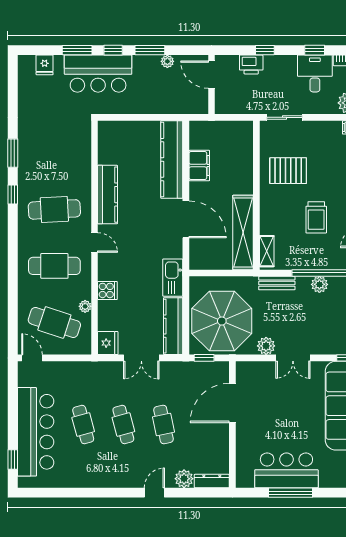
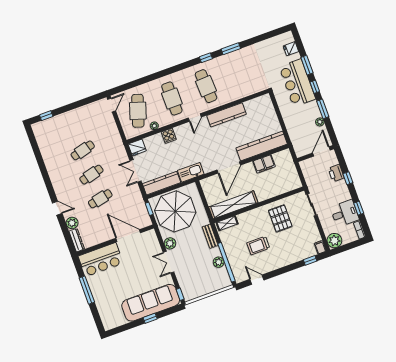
bar counter: (36, 432) -> (68, 123), removed
bar counter: (286, 470) -> (101, 260), moved, turned 90

